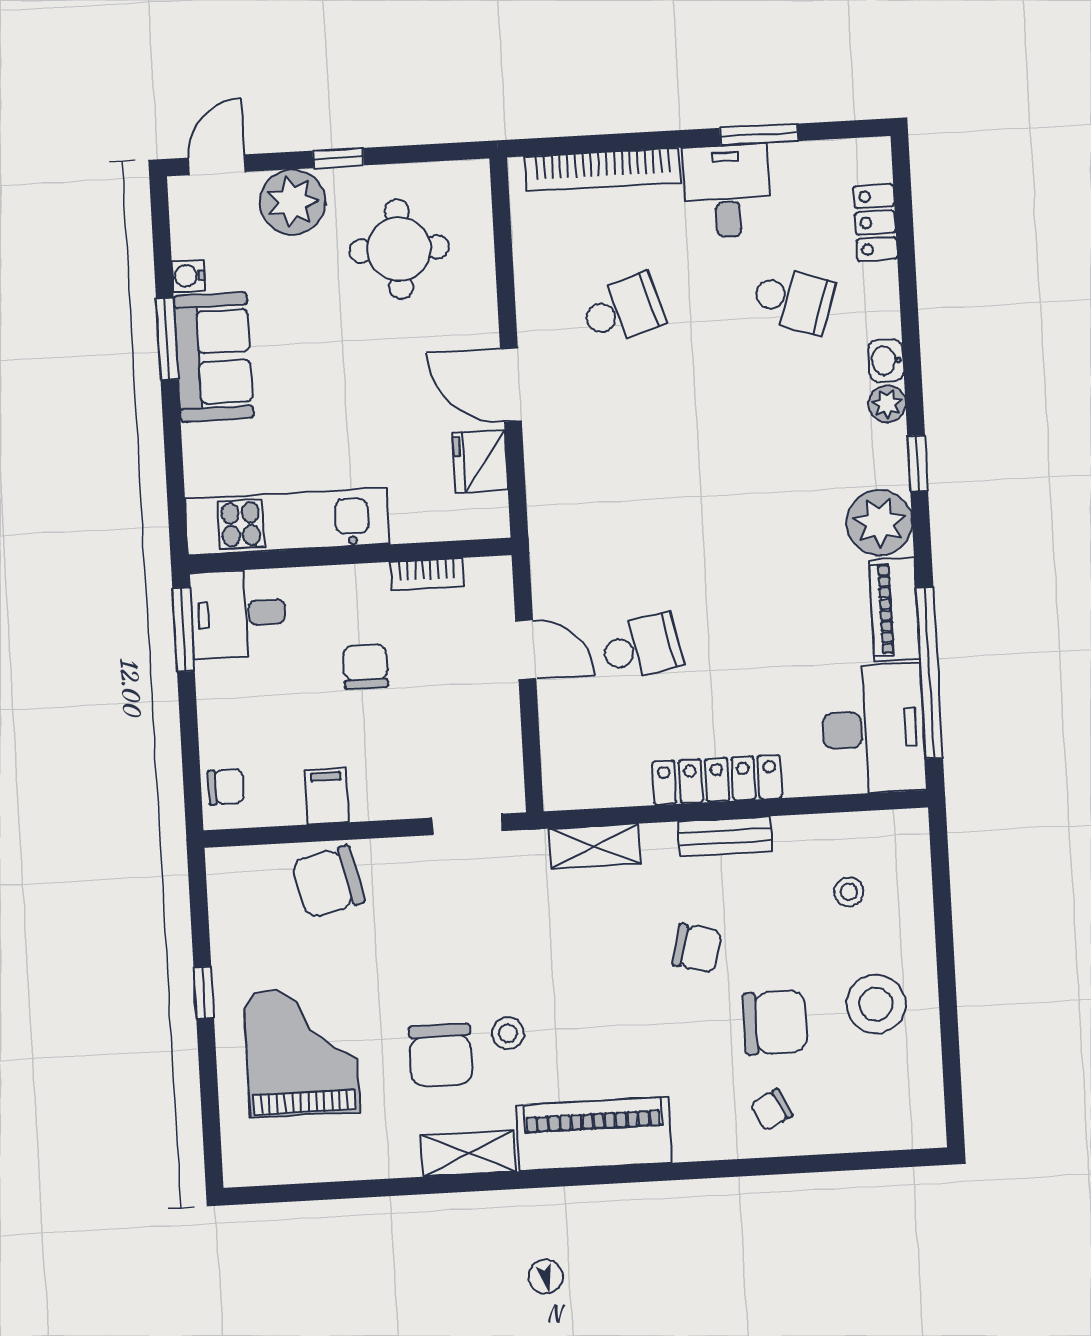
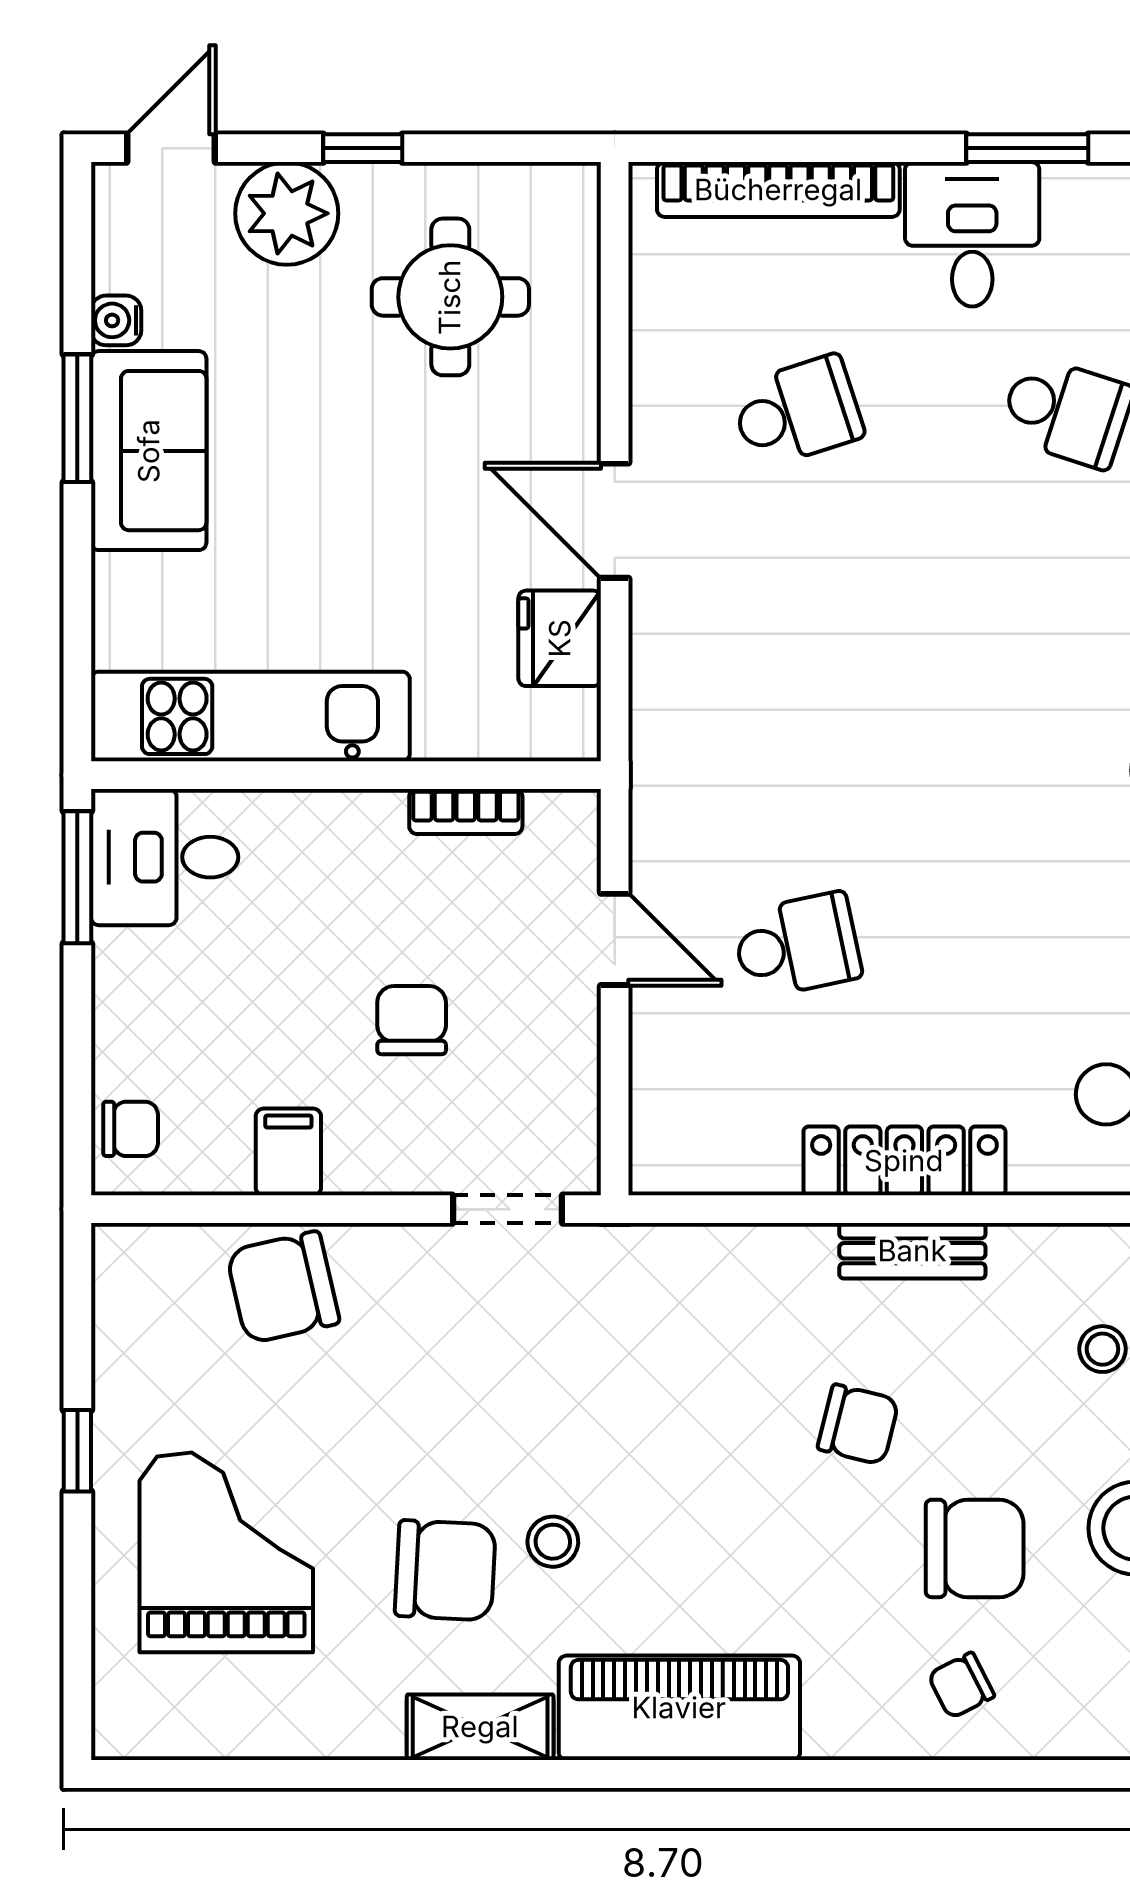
chair: (365, 667) -> (412, 1020), moved
shelving: (595, 846) -> (706, 1255), removed
chair: (441, 1055) -> (445, 1570), turned -87

